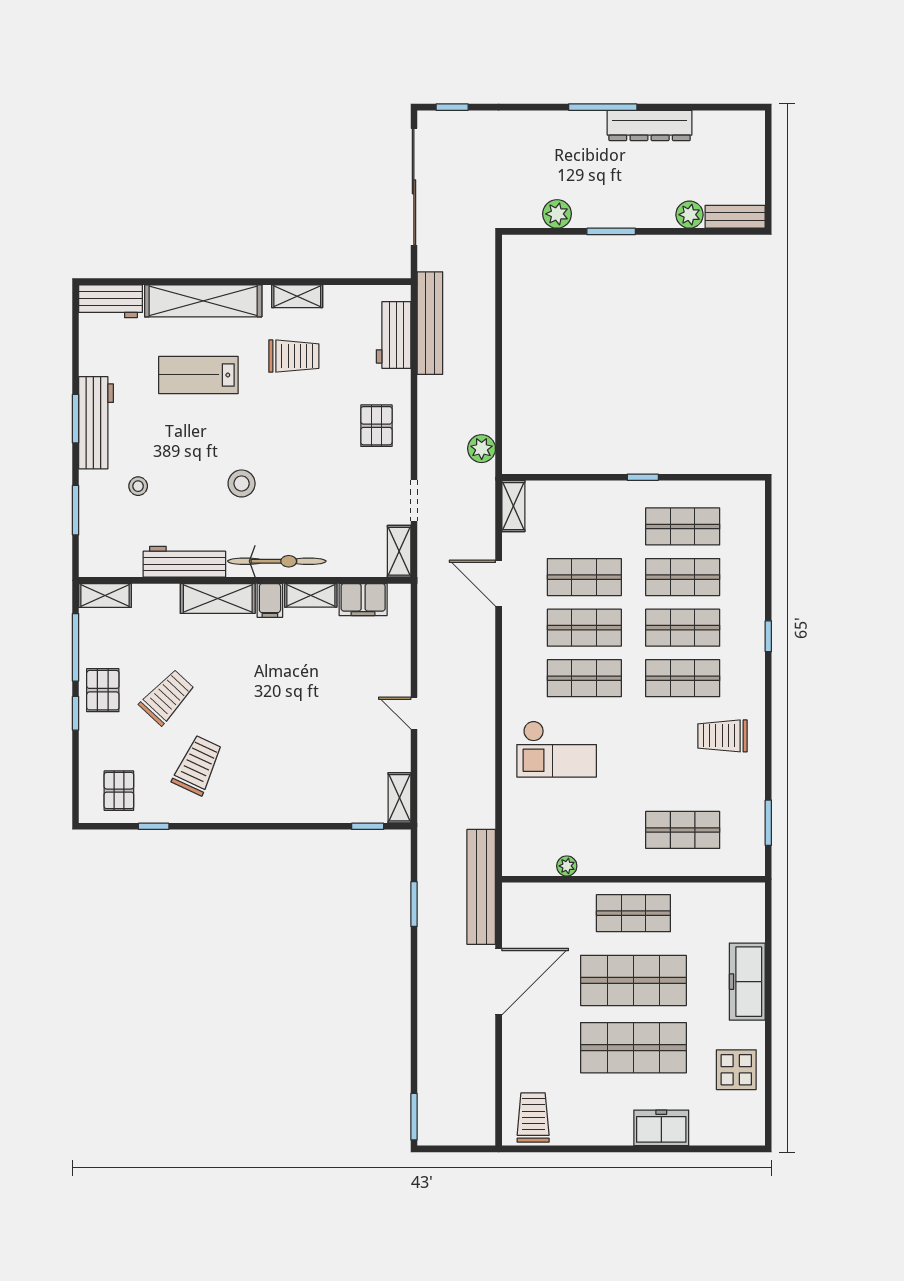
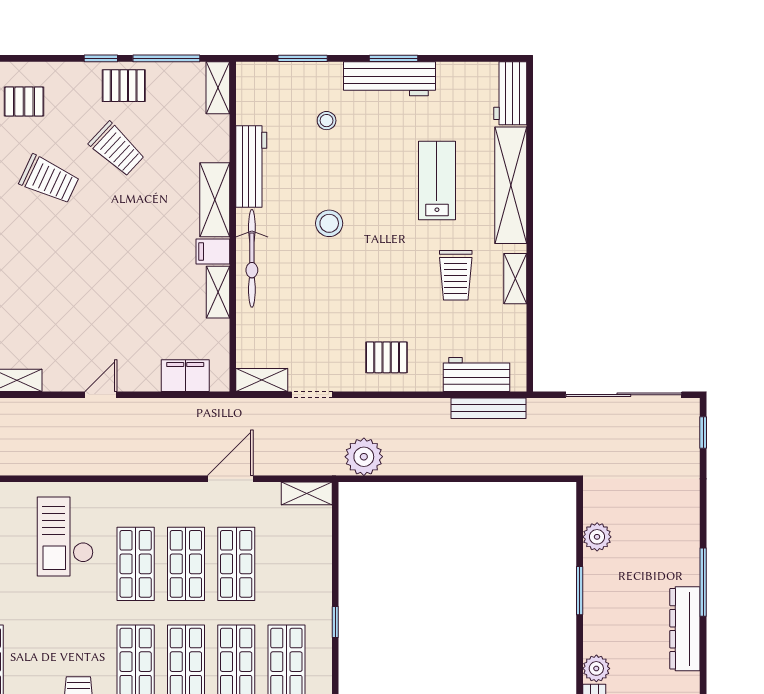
bench: (430, 323) -> (488, 408), width x0.73, depth x0.82
plant: (482, 449) -> (364, 457), width x1.36, depth x1.36
filing cabinet: (363, 600) -> (185, 376), moved, turned 90

